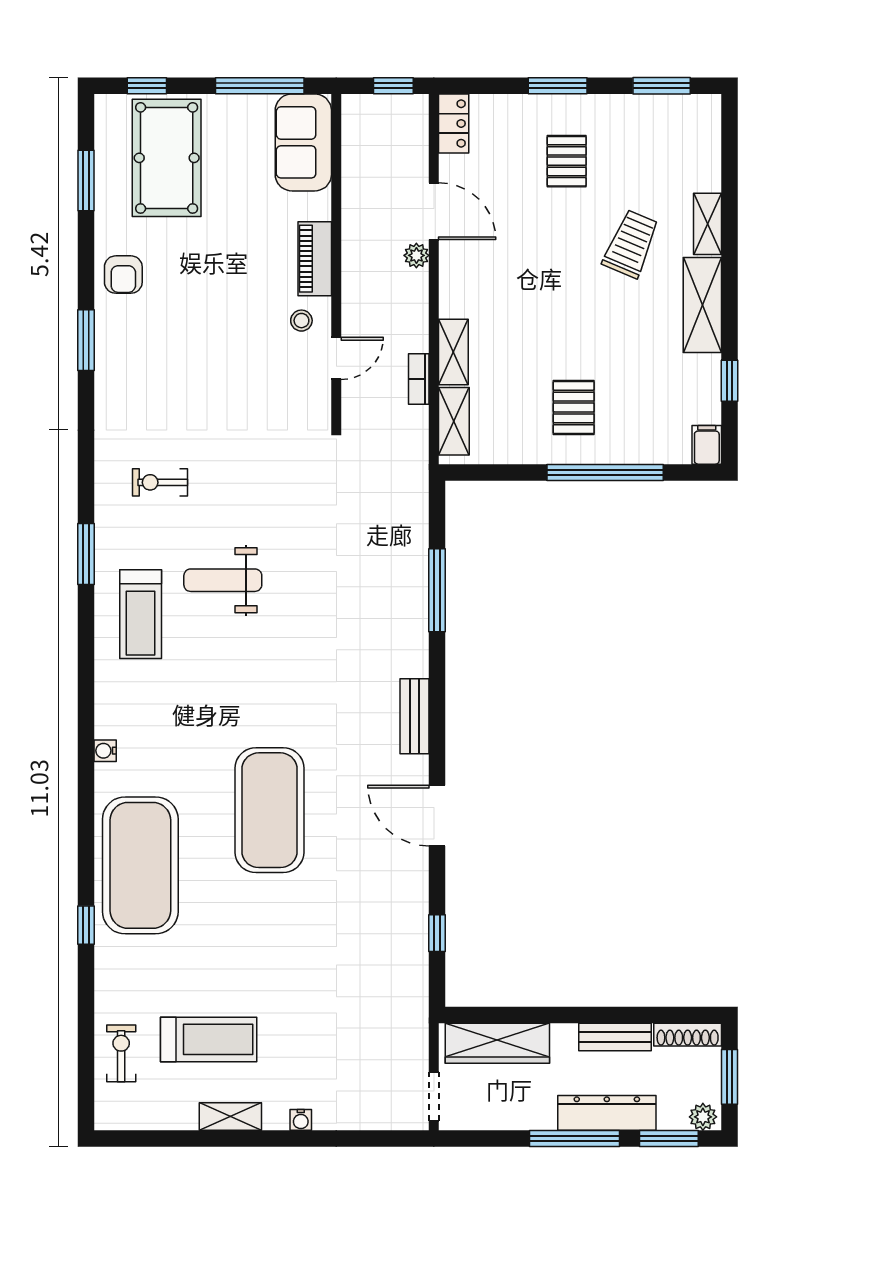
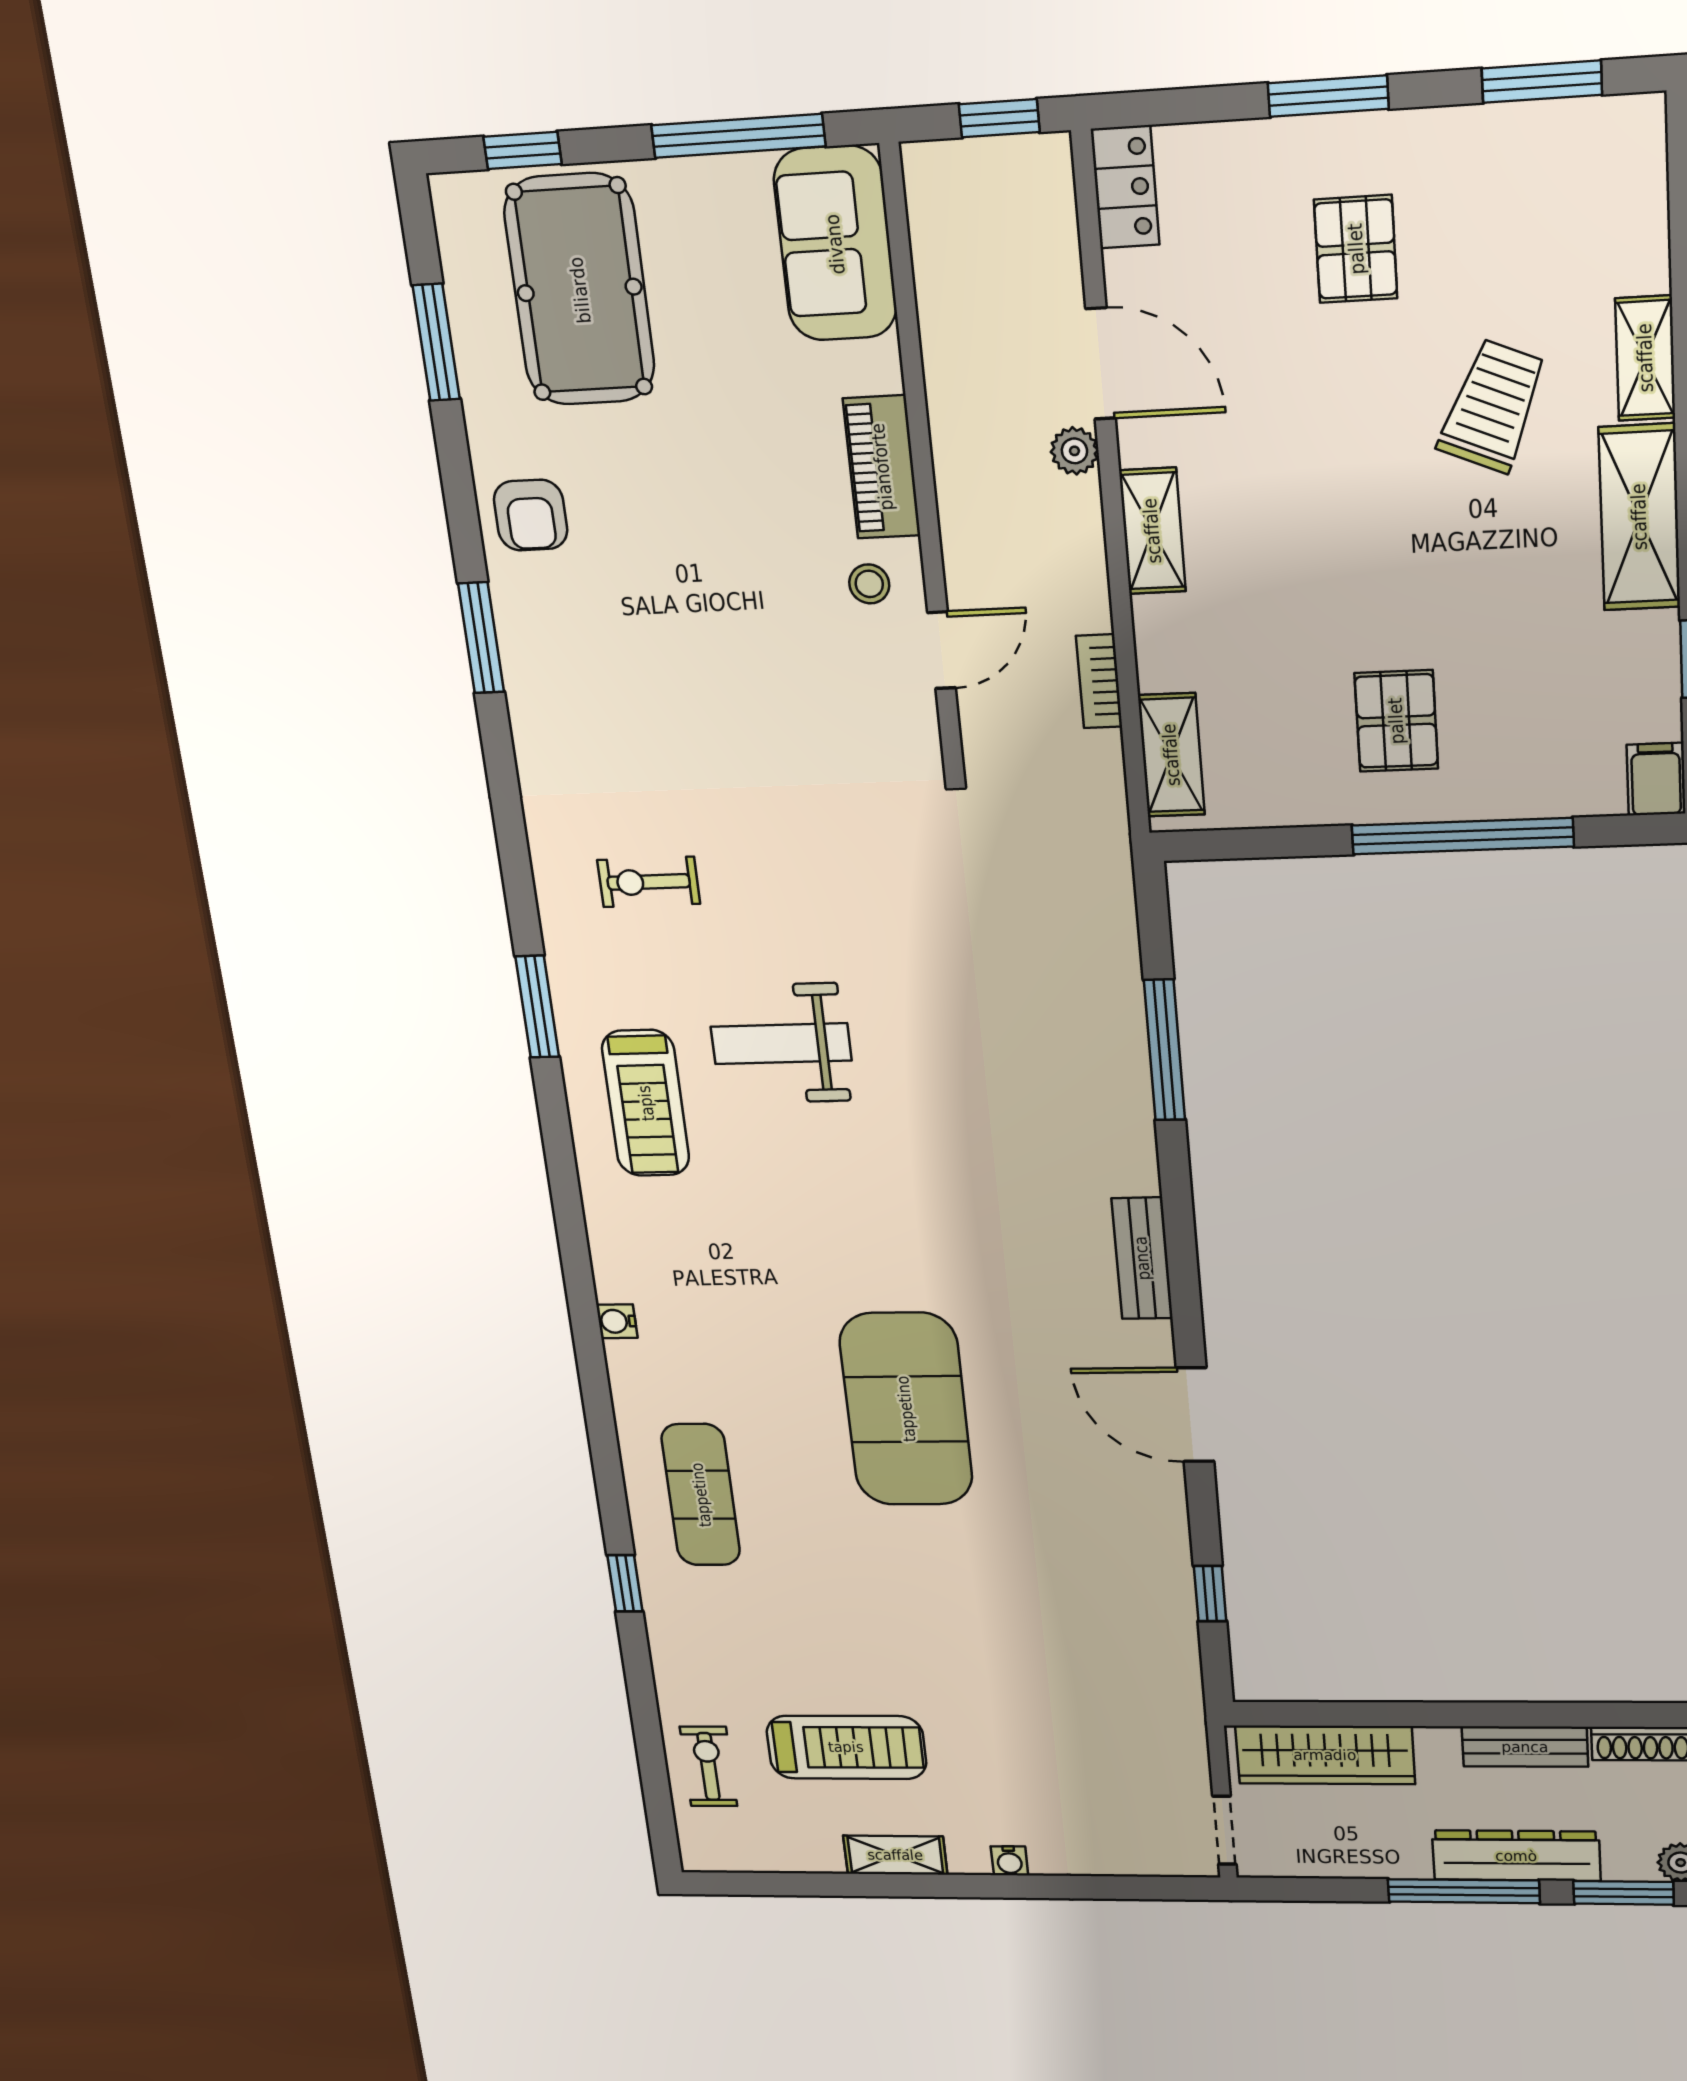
shelving: (453, 352) -> (1152, 531), moved
exercise mat: (140, 865) -> (701, 1495), width x0.50, depth x0.69

